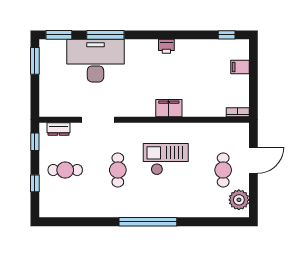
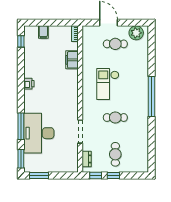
filing cabinet: (169, 108) -> (72, 60), moved
window: (35, 183) -> (113, 176), moved

